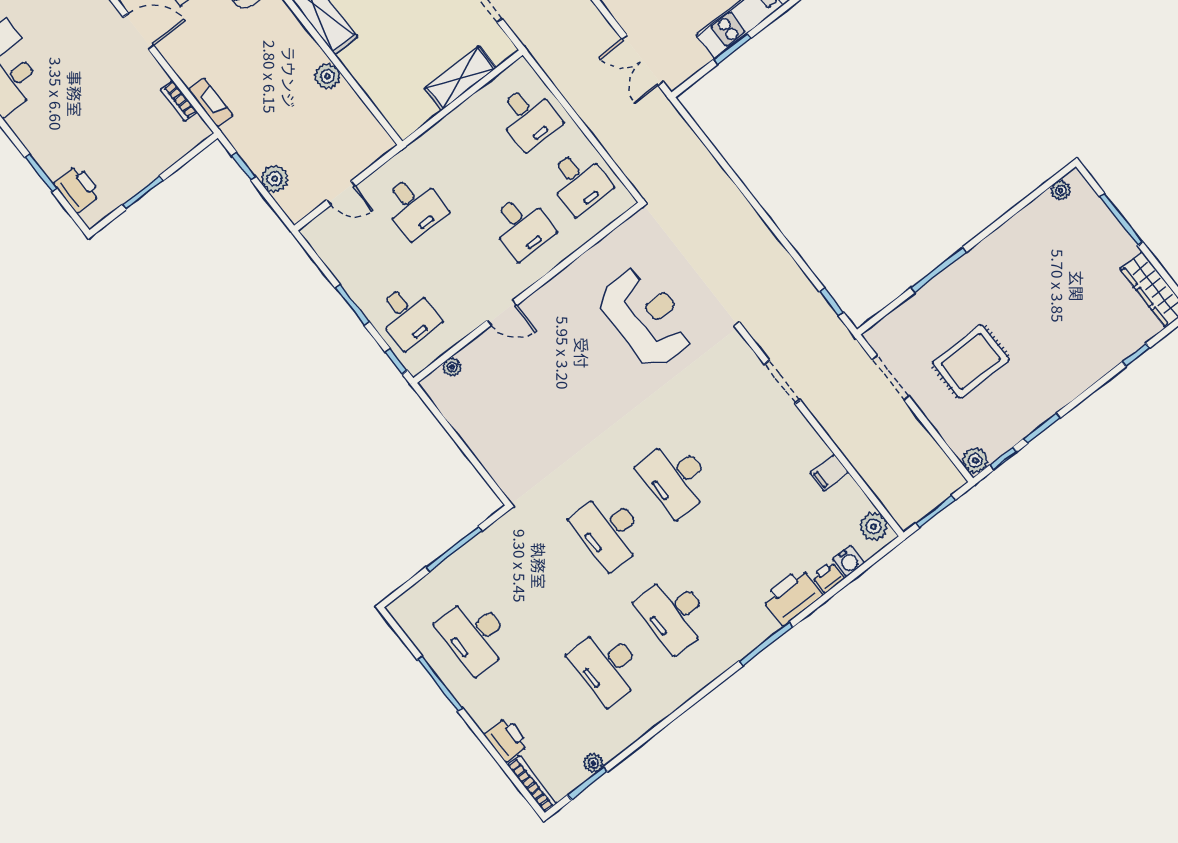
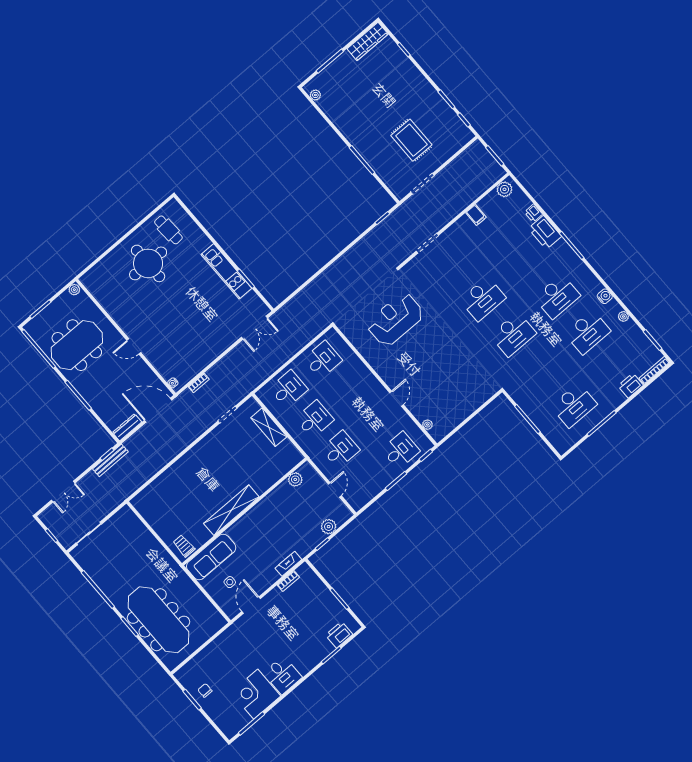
plant: (328, 76) -> (295, 479), moved
desk: (522, 227) -> (314, 419), moved
plant: (975, 460) -> (466, 135), removed
water cooler: (849, 561) -> (605, 296), moved
plant: (593, 763) -> (623, 316), moved

